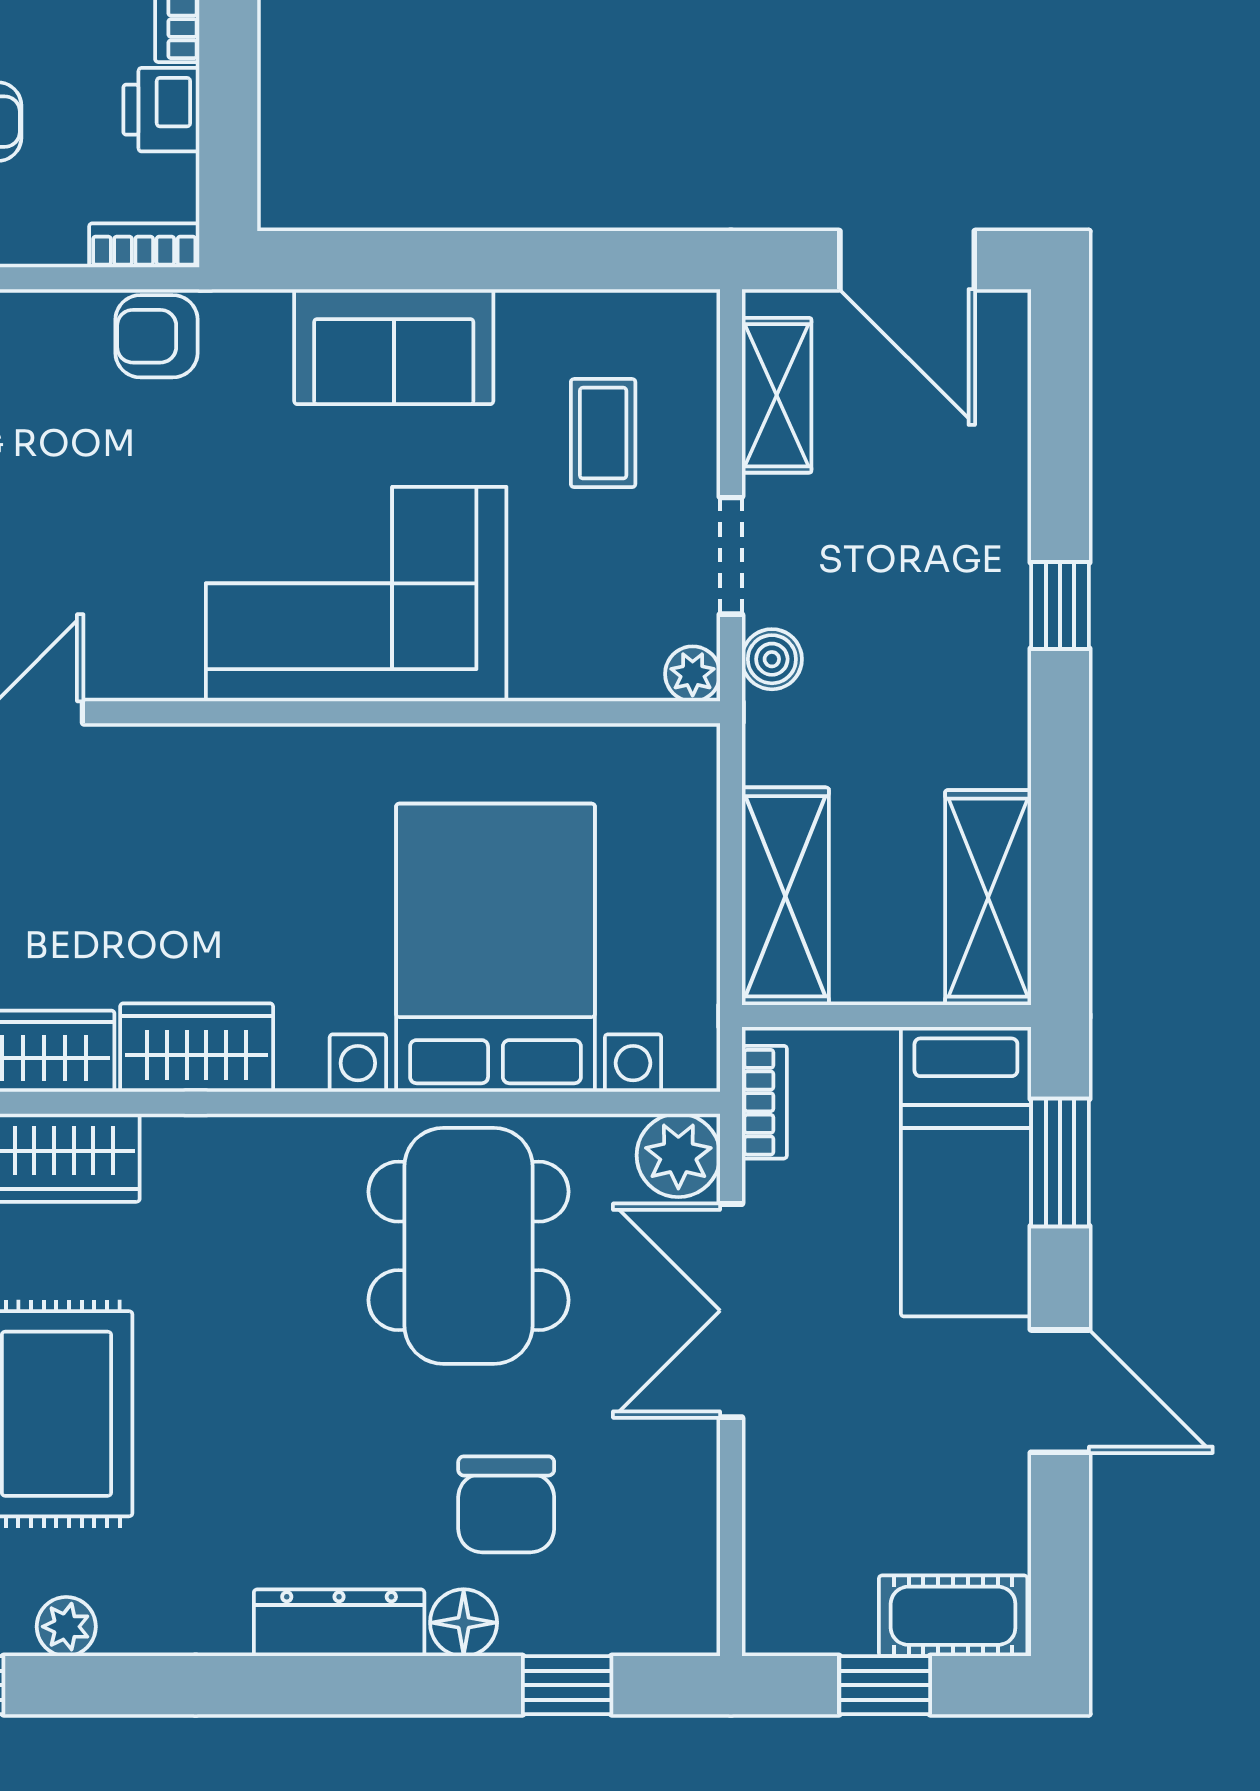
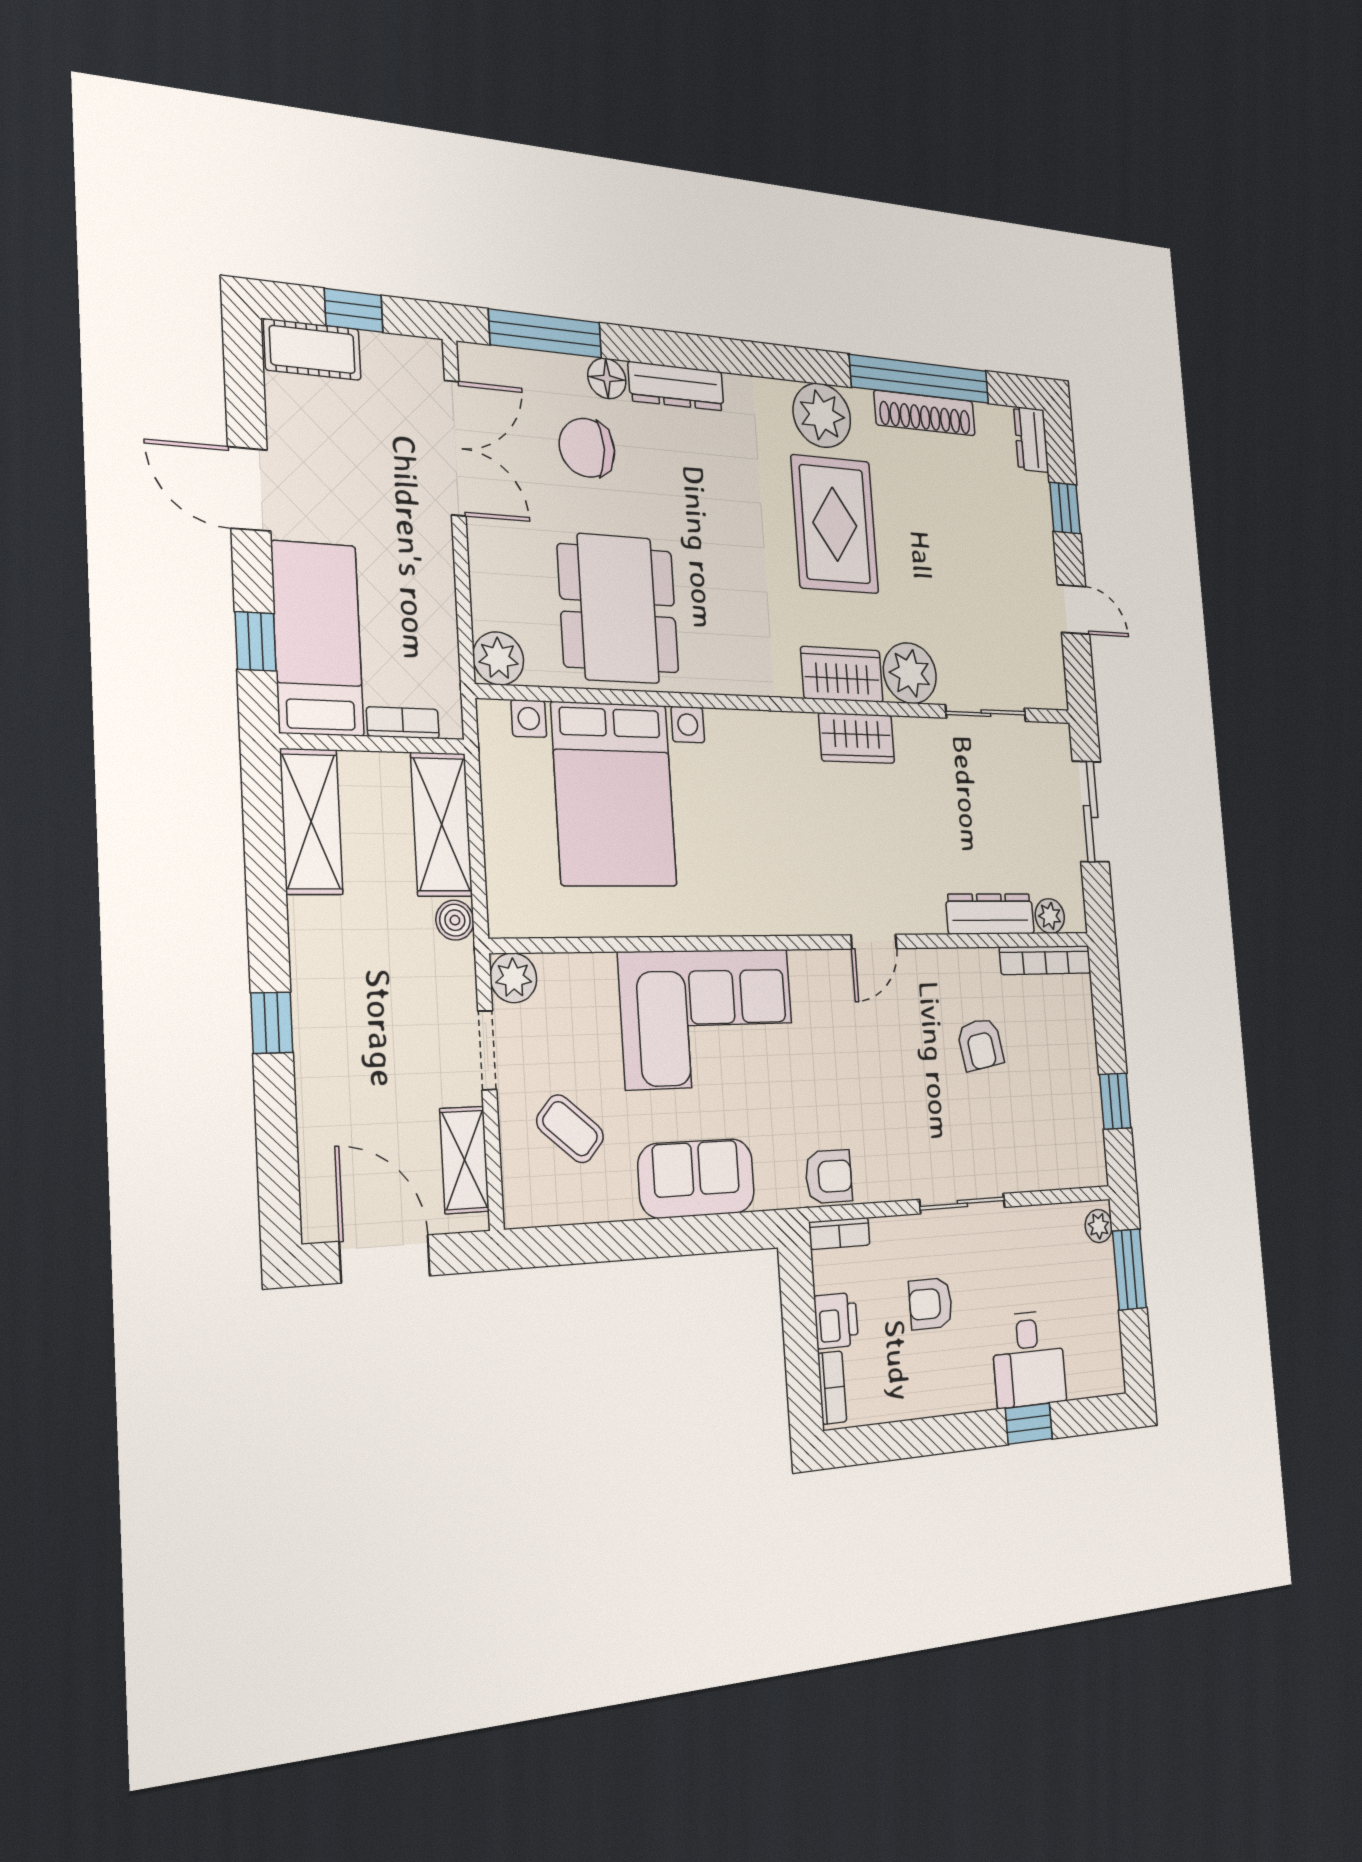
coffee table: (603, 433) -> (570, 1129), turned -49
boiler: (772, 659) -> (455, 920), moved
plant: (693, 674) -> (513, 978), width x1.38, depth x1.38
wardrobe: (197, 1048) -> (777, 737), removed
bookcase: (764, 1102) -> (403, 723), moved, turned 90
window: (1060, 1163) -> (256, 641), width x0.67
double door: (731, 1311) -> (455, 448), moved
chair: (506, 1504) -> (587, 448), turned -90
plant: (66, 1627) -> (822, 415), width x1.87, depth x1.87
window: (567, 1685) -> (545, 334), width x2.17

